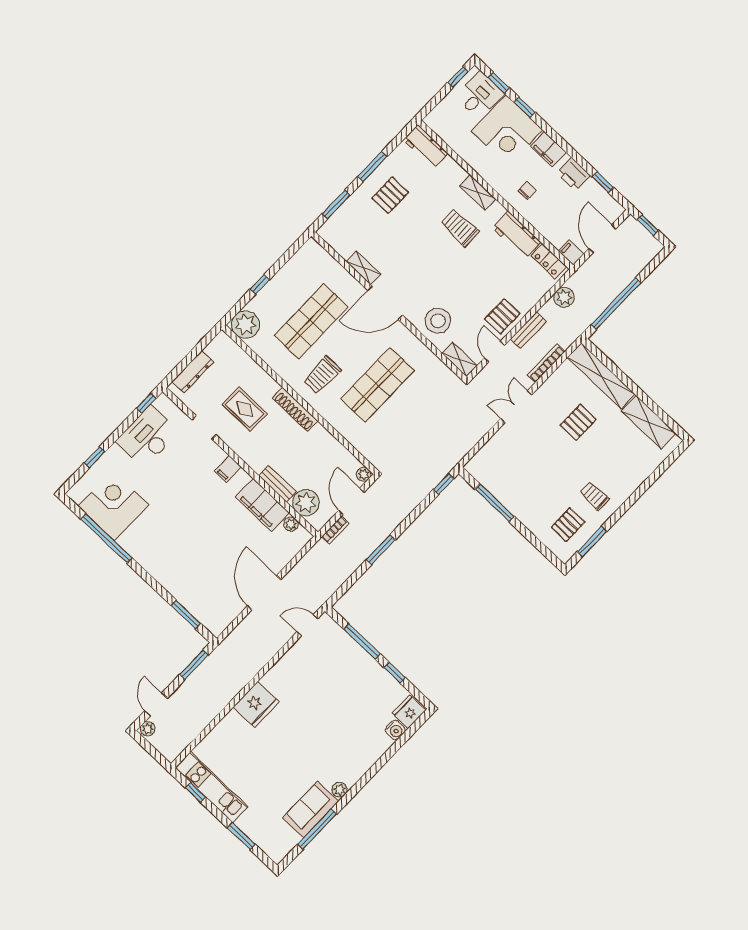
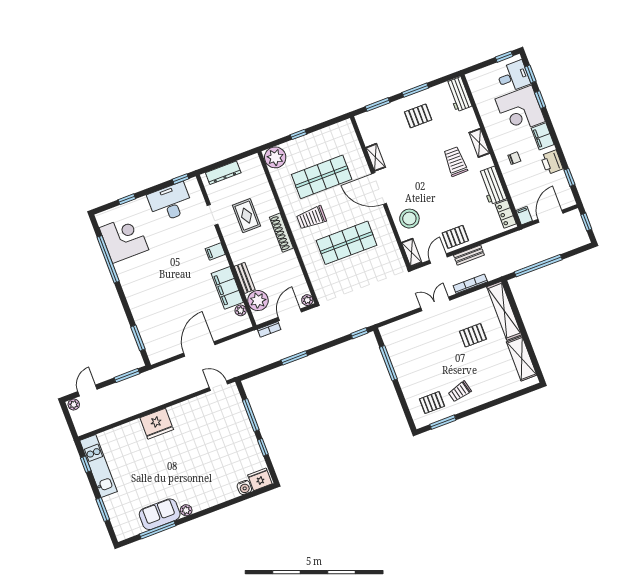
plant: (564, 297) -> (504, 244), removed
trolley: (594, 496) -> (460, 392), turned -104

